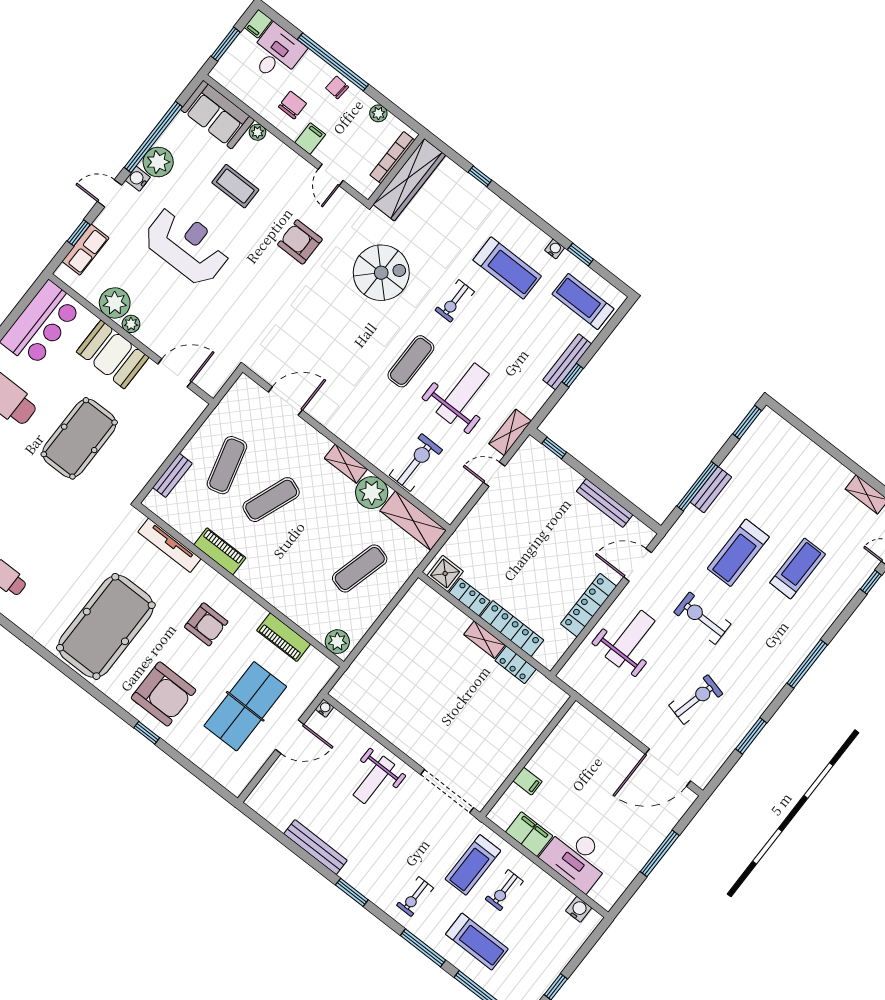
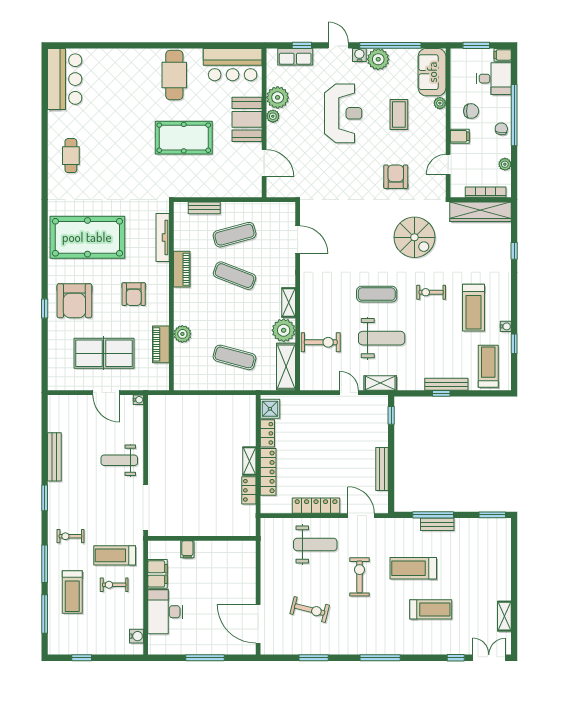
plant: (337, 642) -> (182, 334), moved

